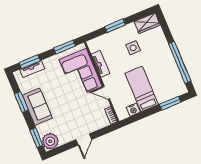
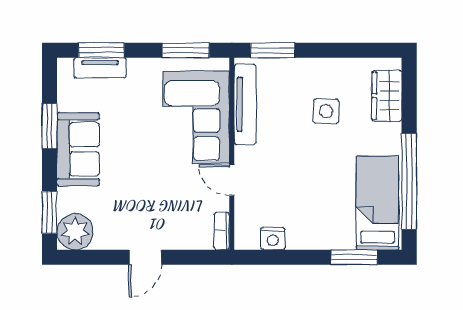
wardrobe: (147, 23) -> (387, 96), moved, turned 90
window: (115, 26) -> (273, 50), moved
tv unit: (100, 64) -> (245, 104), width x1.41
bed: (142, 89) -> (377, 203), moved

